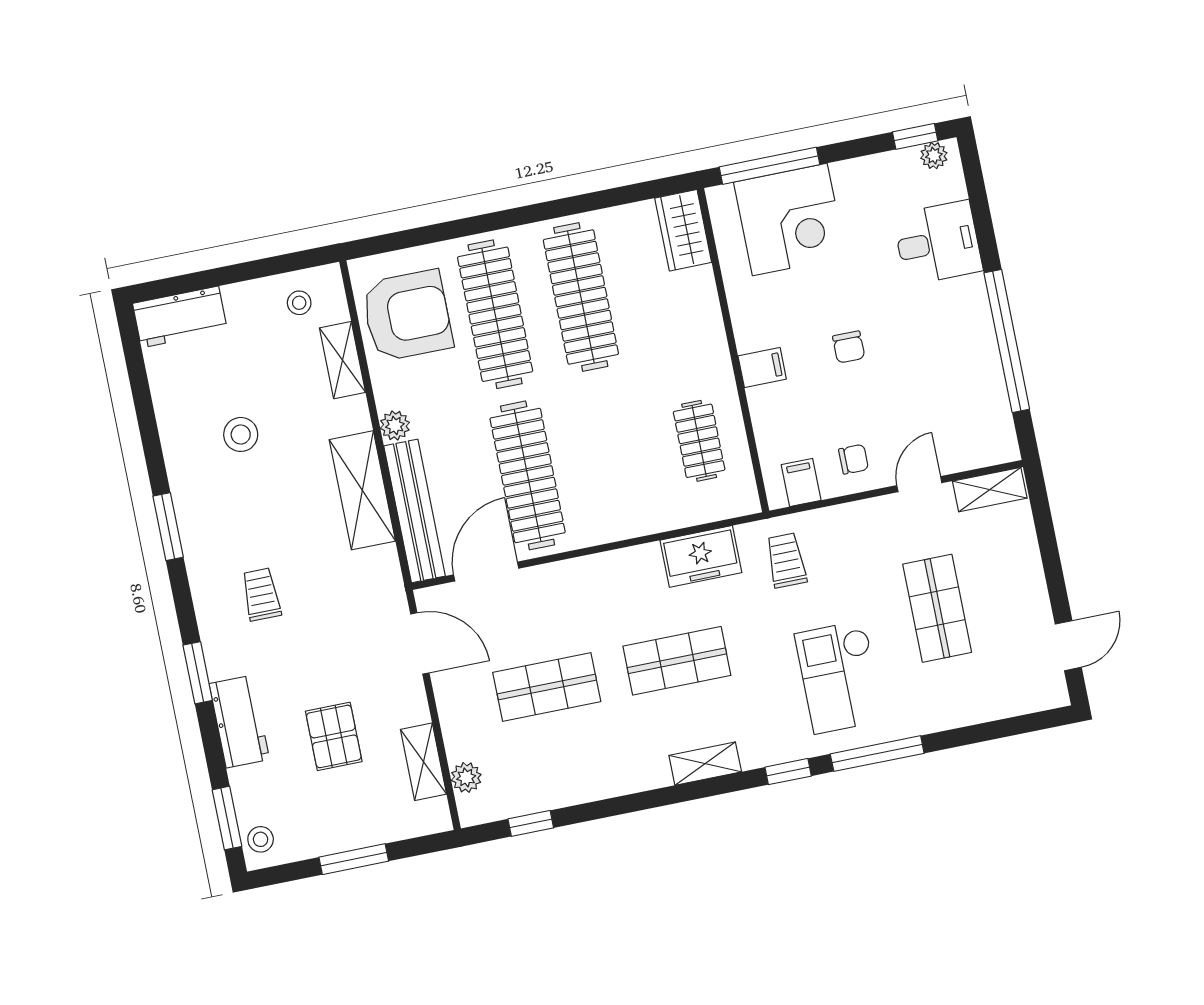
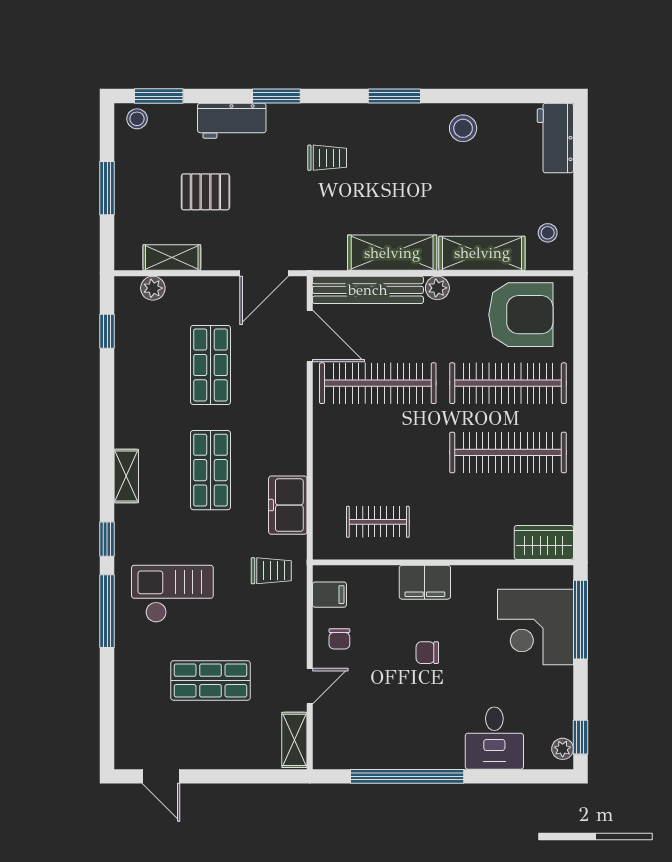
armchair: (407, 316) -> (521, 315), turned -90
shelving: (343, 360) -> (482, 253), width x1.50, depth x1.33
filing cabinet: (762, 368) -> (425, 582), width x2.00
stool: (241, 434) -> (463, 128), moved
door: (919, 484) -> (310, 686), hinge flipped

